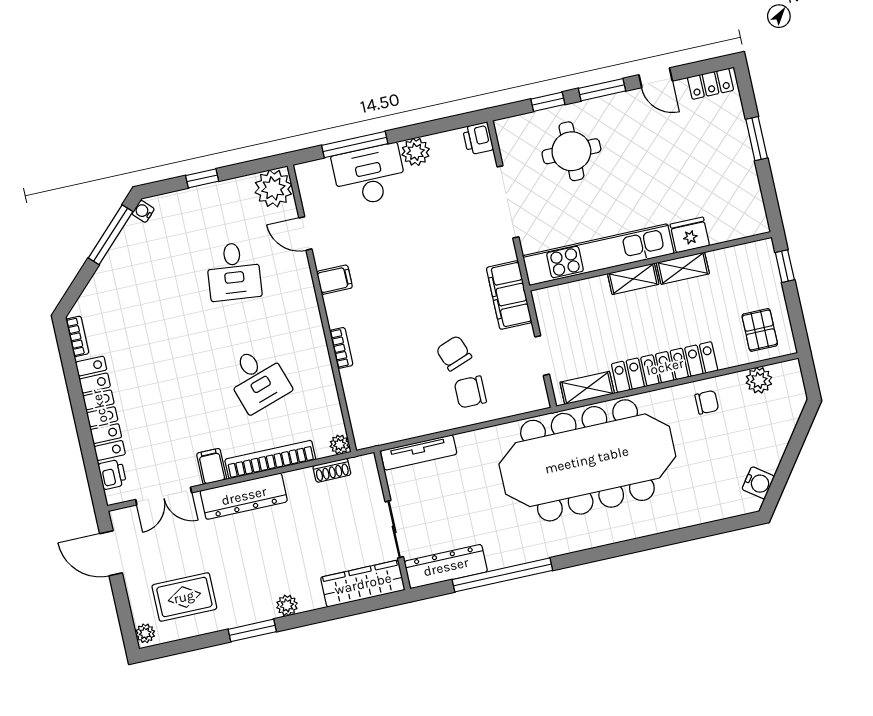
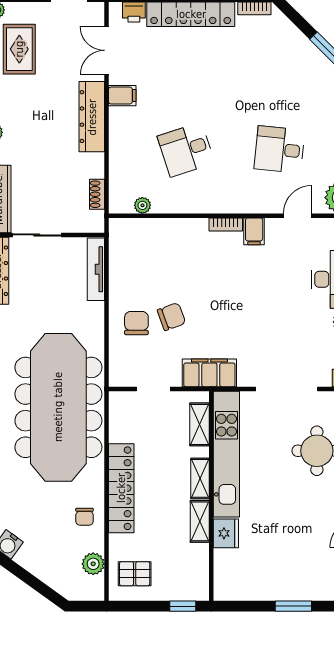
bookcase: (341, 348) -> (226, 225), moved
shelving: (587, 388) -> (199, 424), moved
plant: (340, 445) -> (142, 205), moved
bookcase: (270, 459) -> (117, 145), removed

